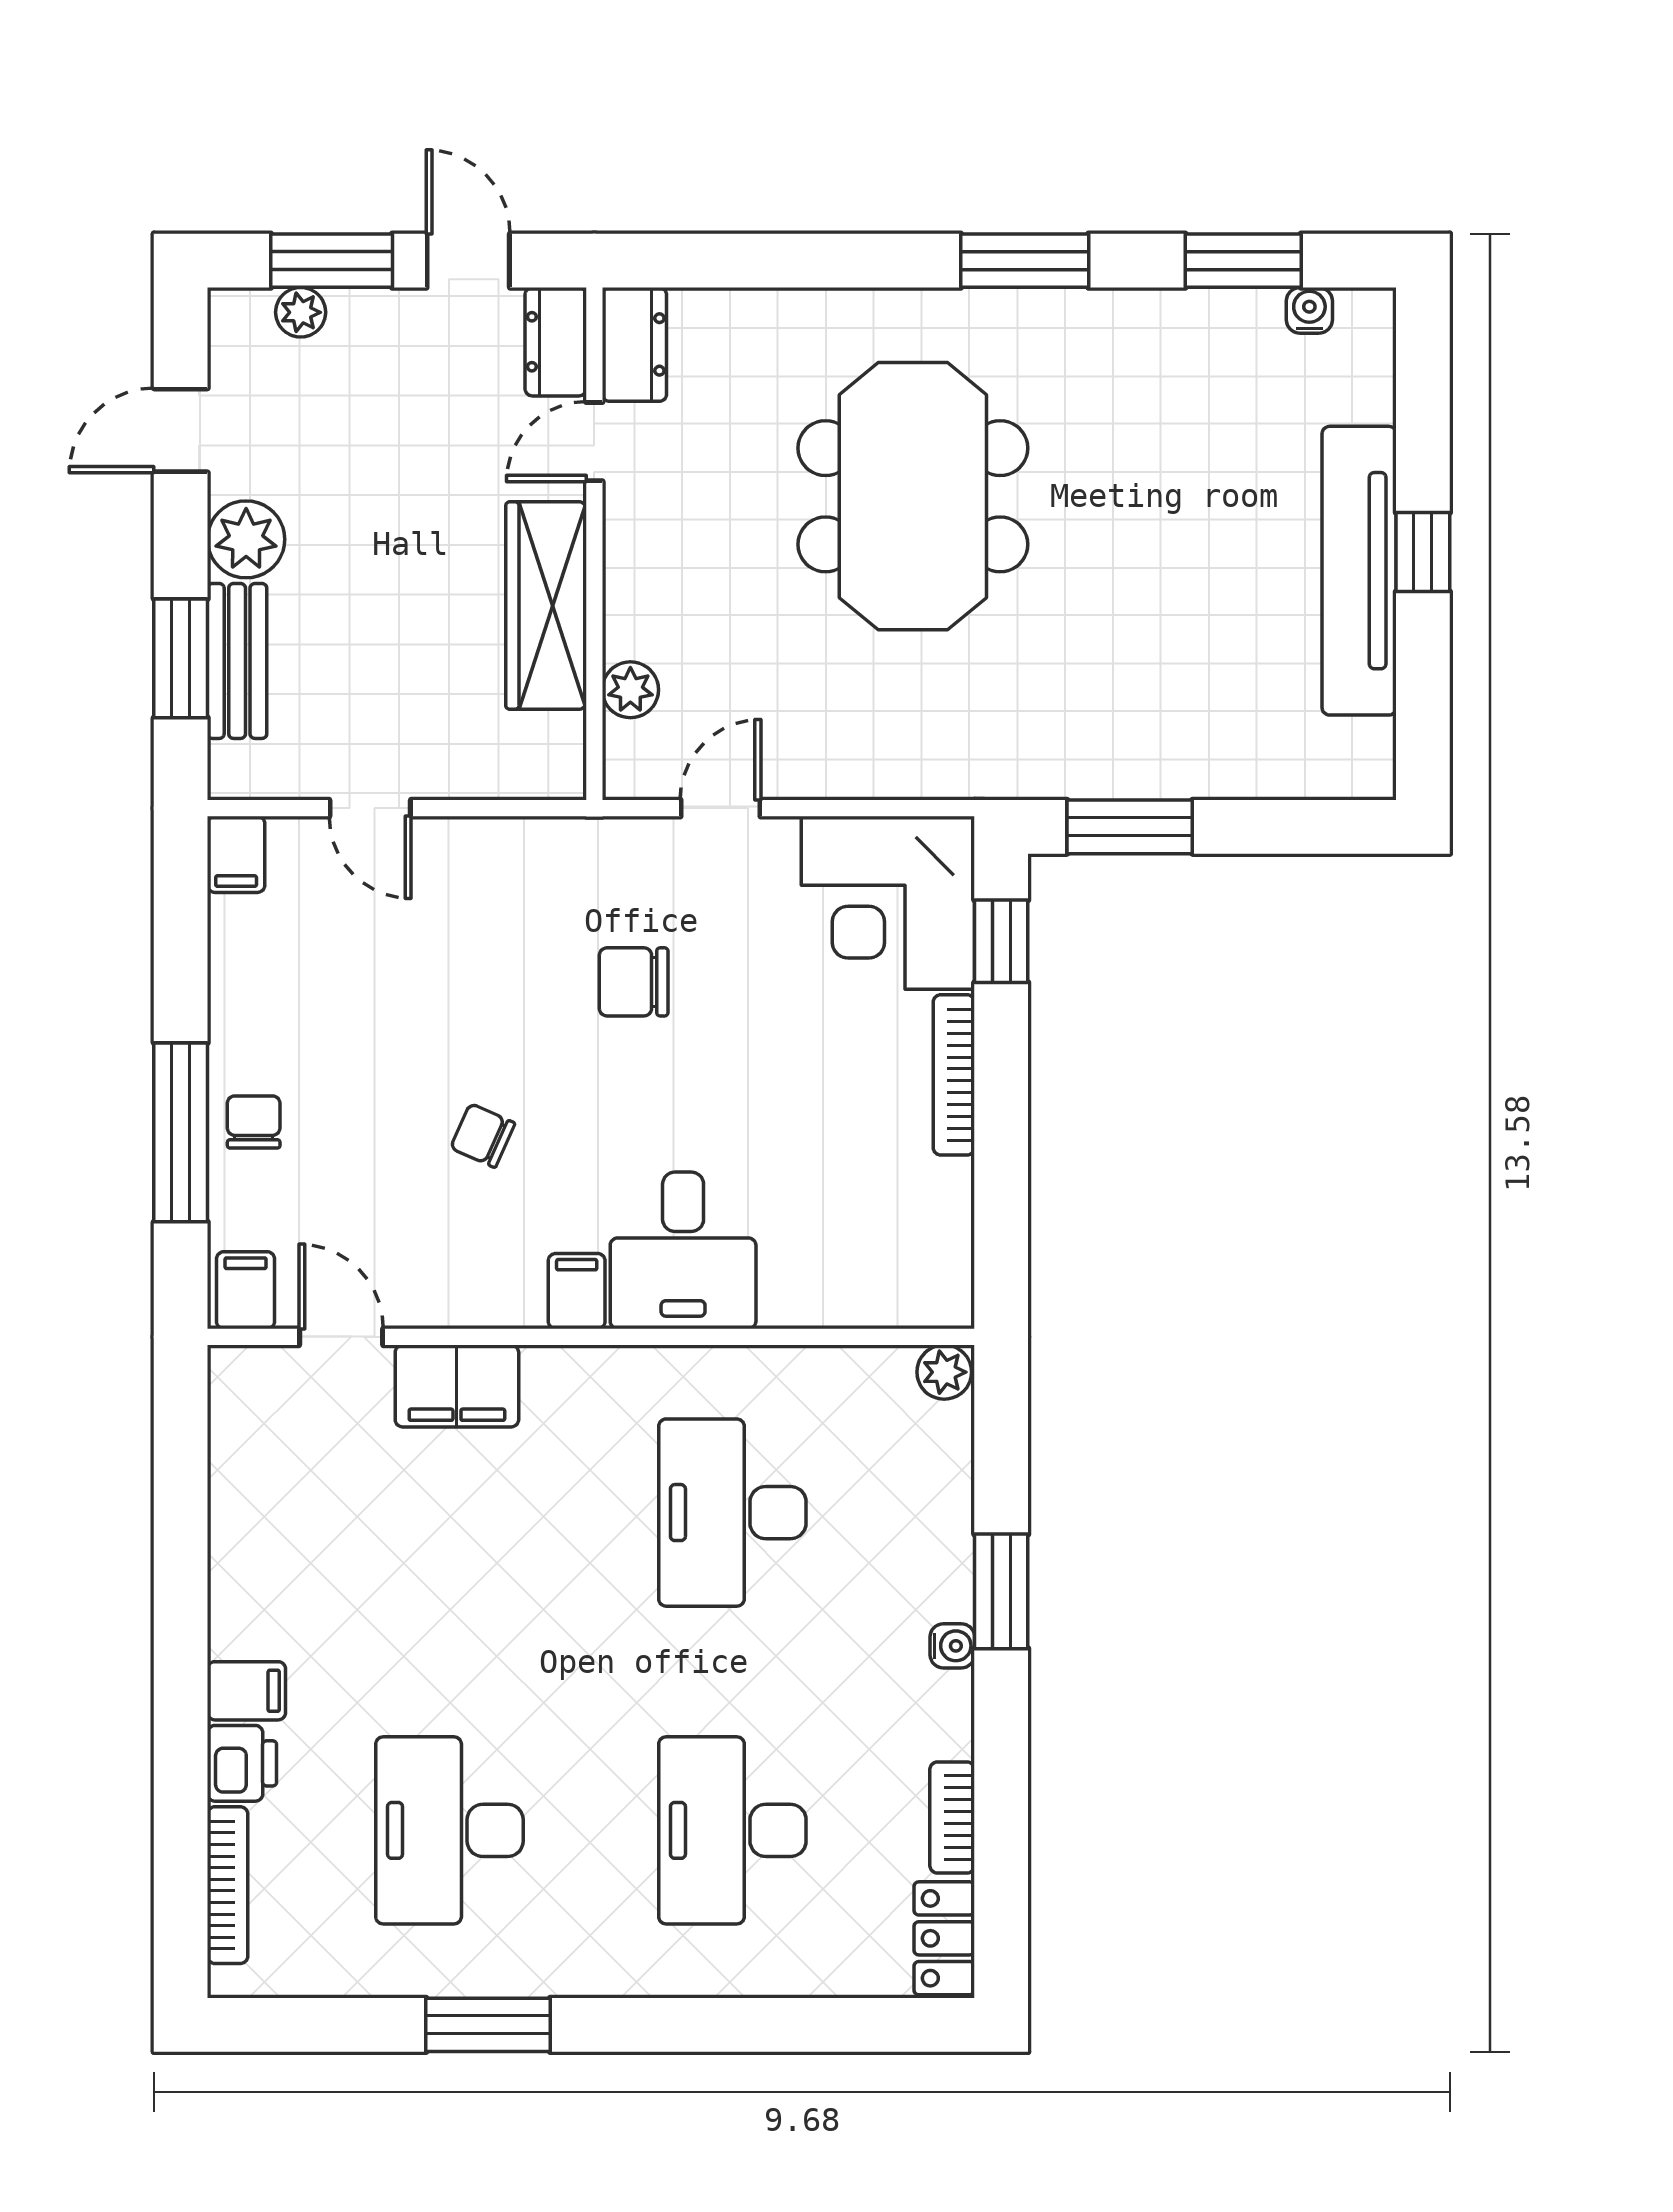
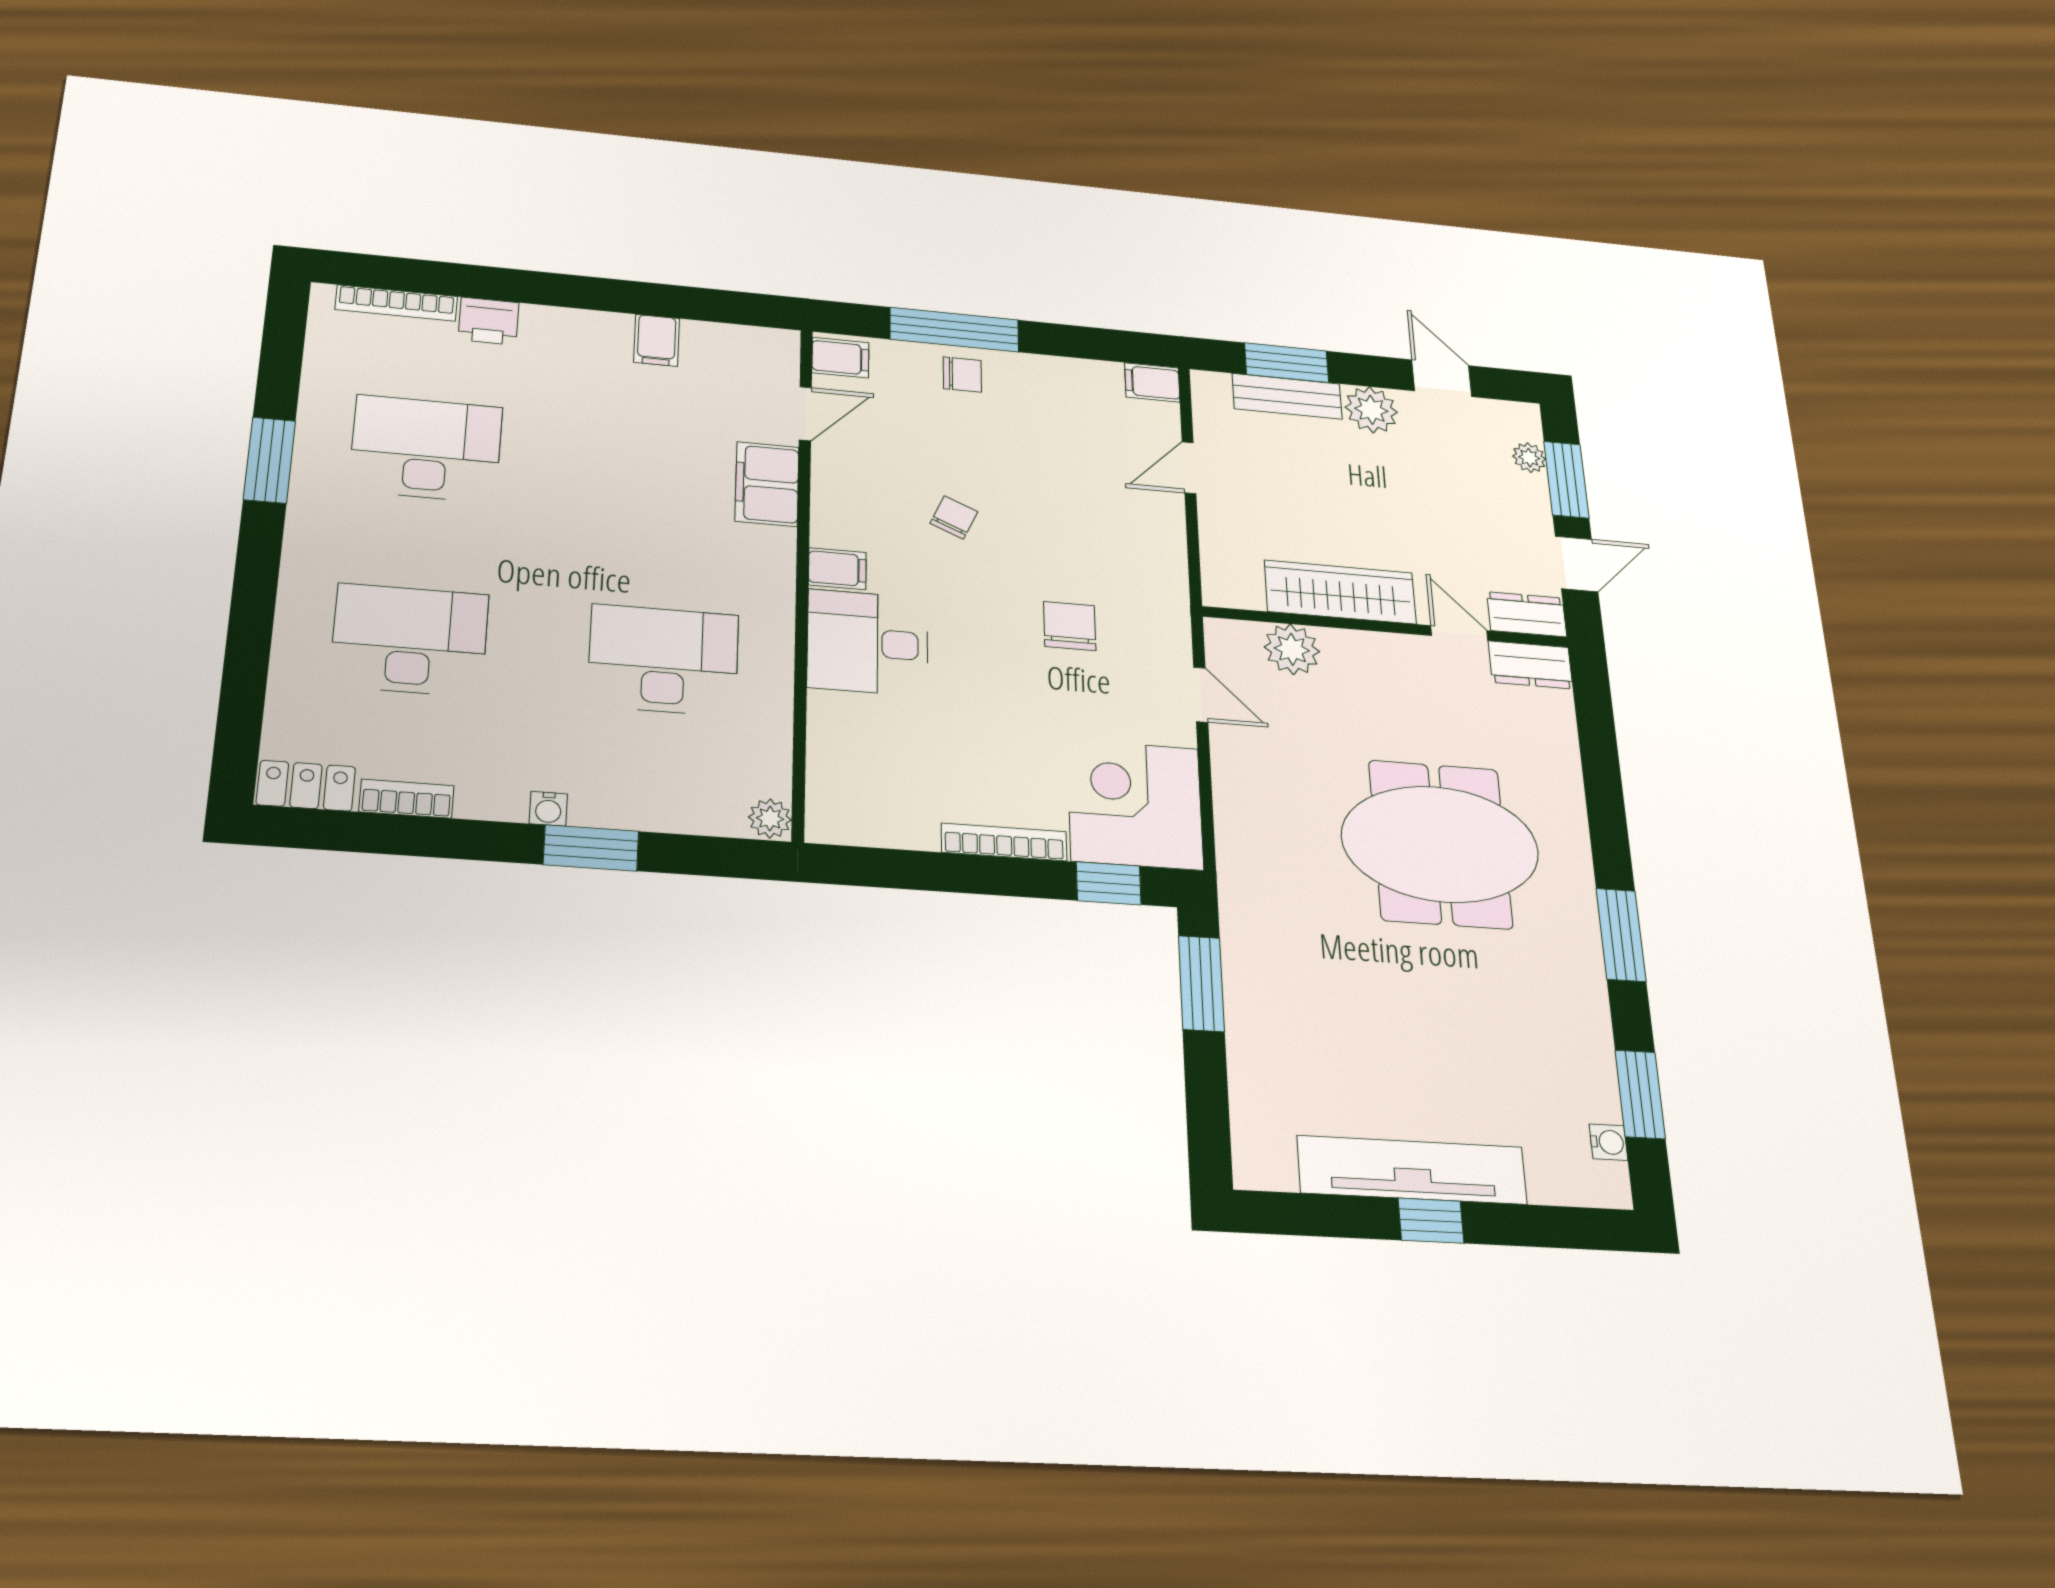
plant: (630, 690) -> (1292, 649), width x1.38, depth x1.38
filing cabinet: (246, 1691) -> (657, 340), moved

